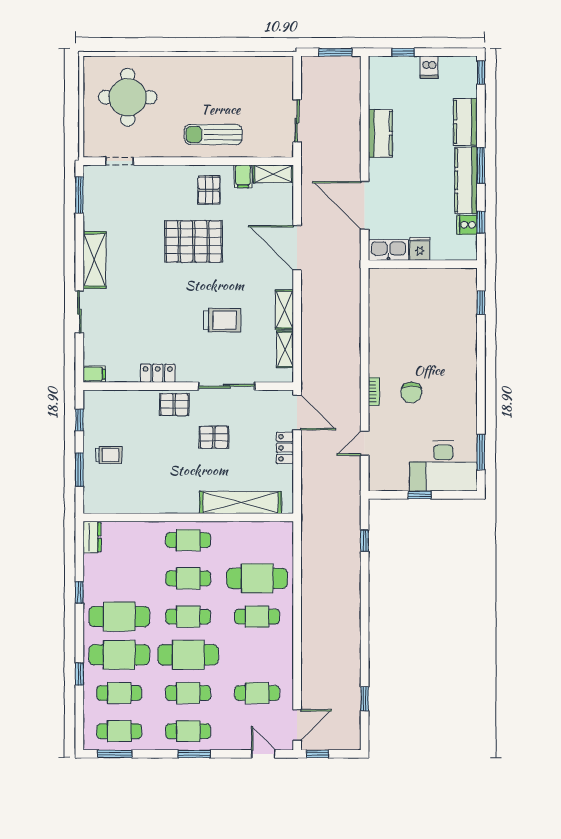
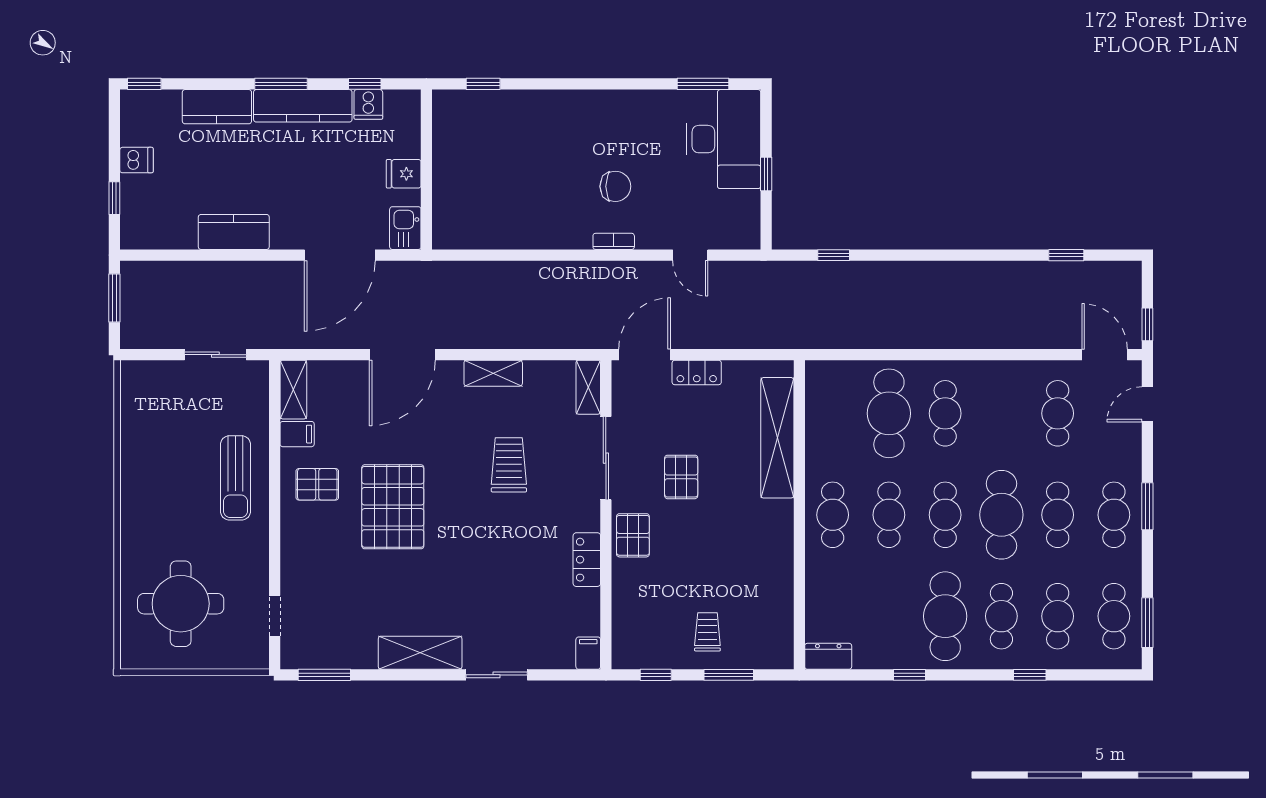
kitchen sink: (388, 250) -> (405, 228), width x0.73
shelving: (285, 349) -> (588, 387), moved, turned 90
cafe table: (119, 655) -> (1001, 616), width x0.73, depth x0.74

